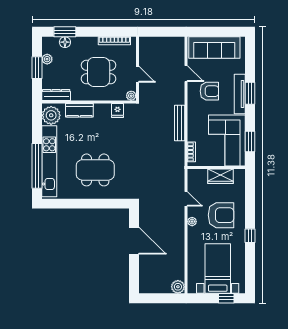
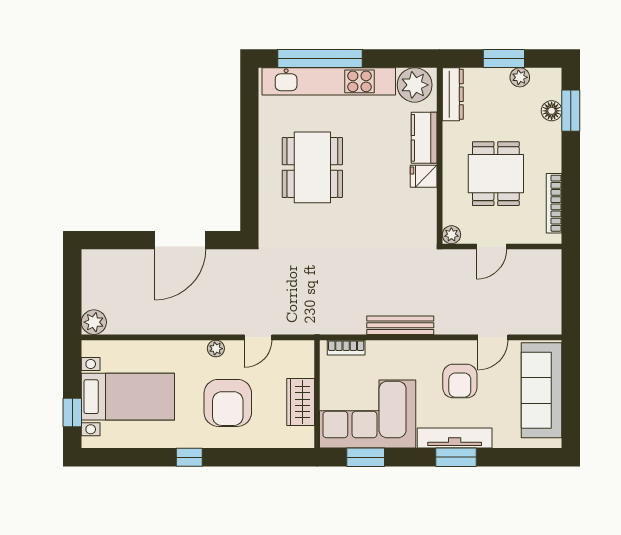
fridge: (118, 111) -> (424, 176), moved

